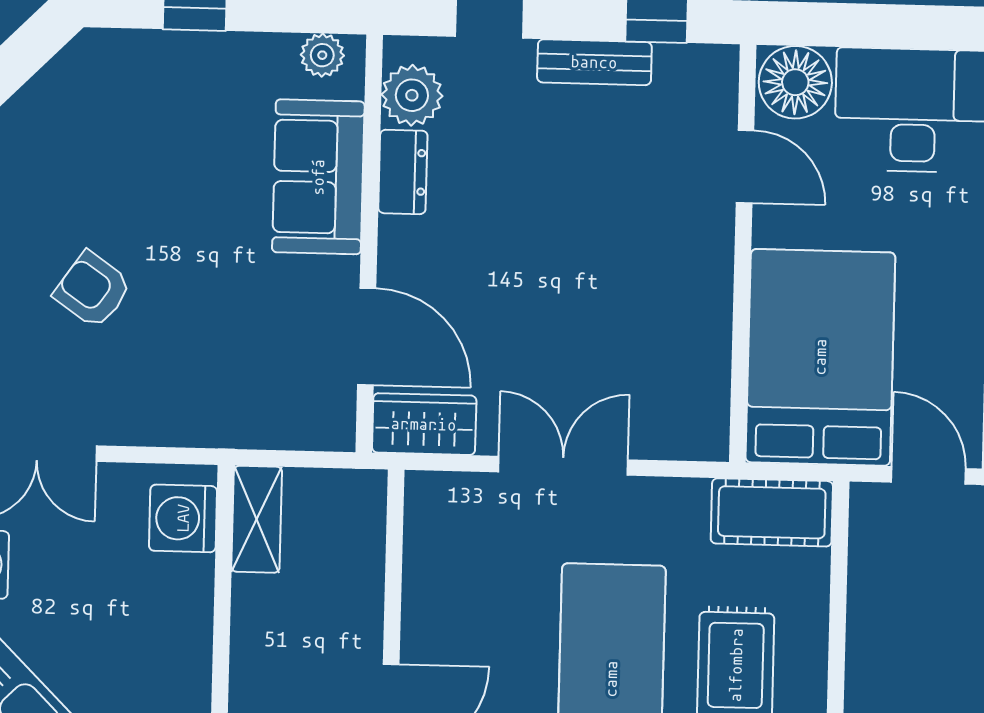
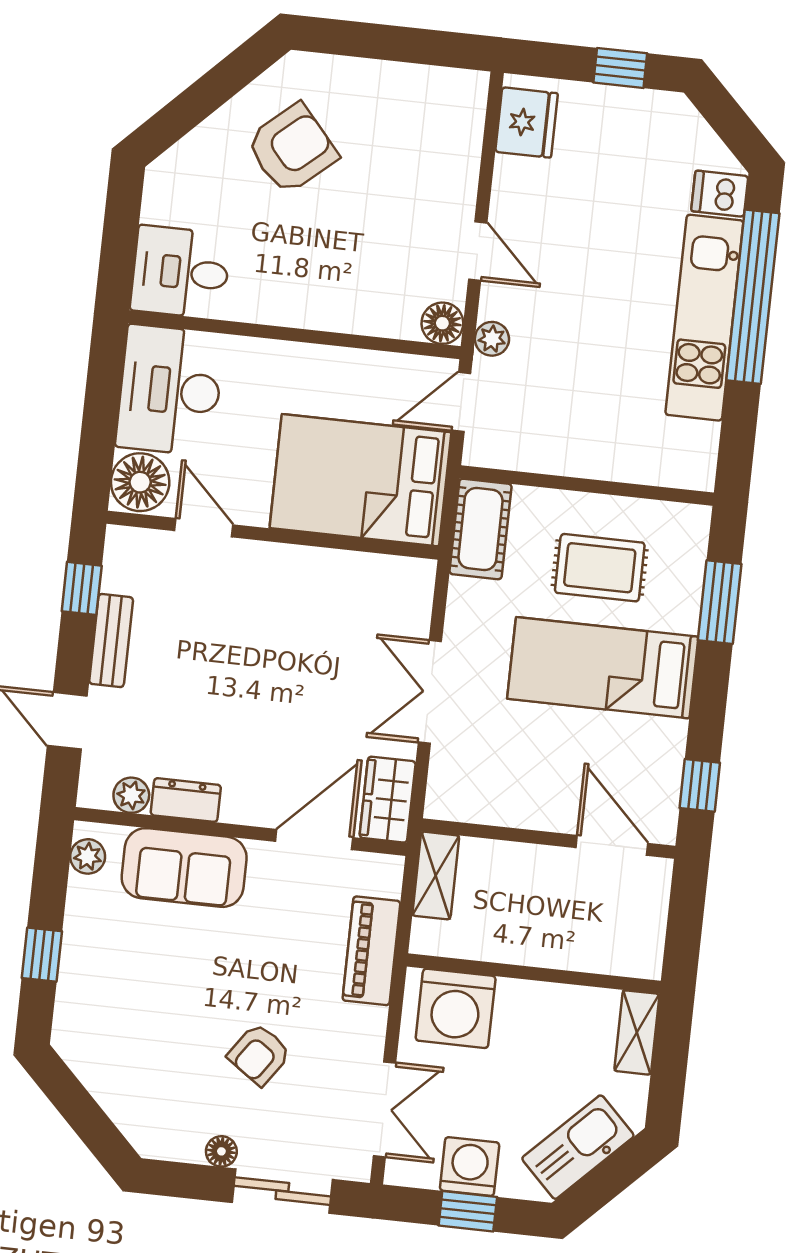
plant: (412, 95) -> (131, 795), width x0.73, depth x0.73
door: (745, 166) -> (204, 528), hinge flipped
piano: (234, 419) -> (371, 951), added
washing machine: (183, 518) -> (456, 1008), width x1.37, depth x1.37
shelving: (257, 519) -> (436, 876), moved, turned 90

